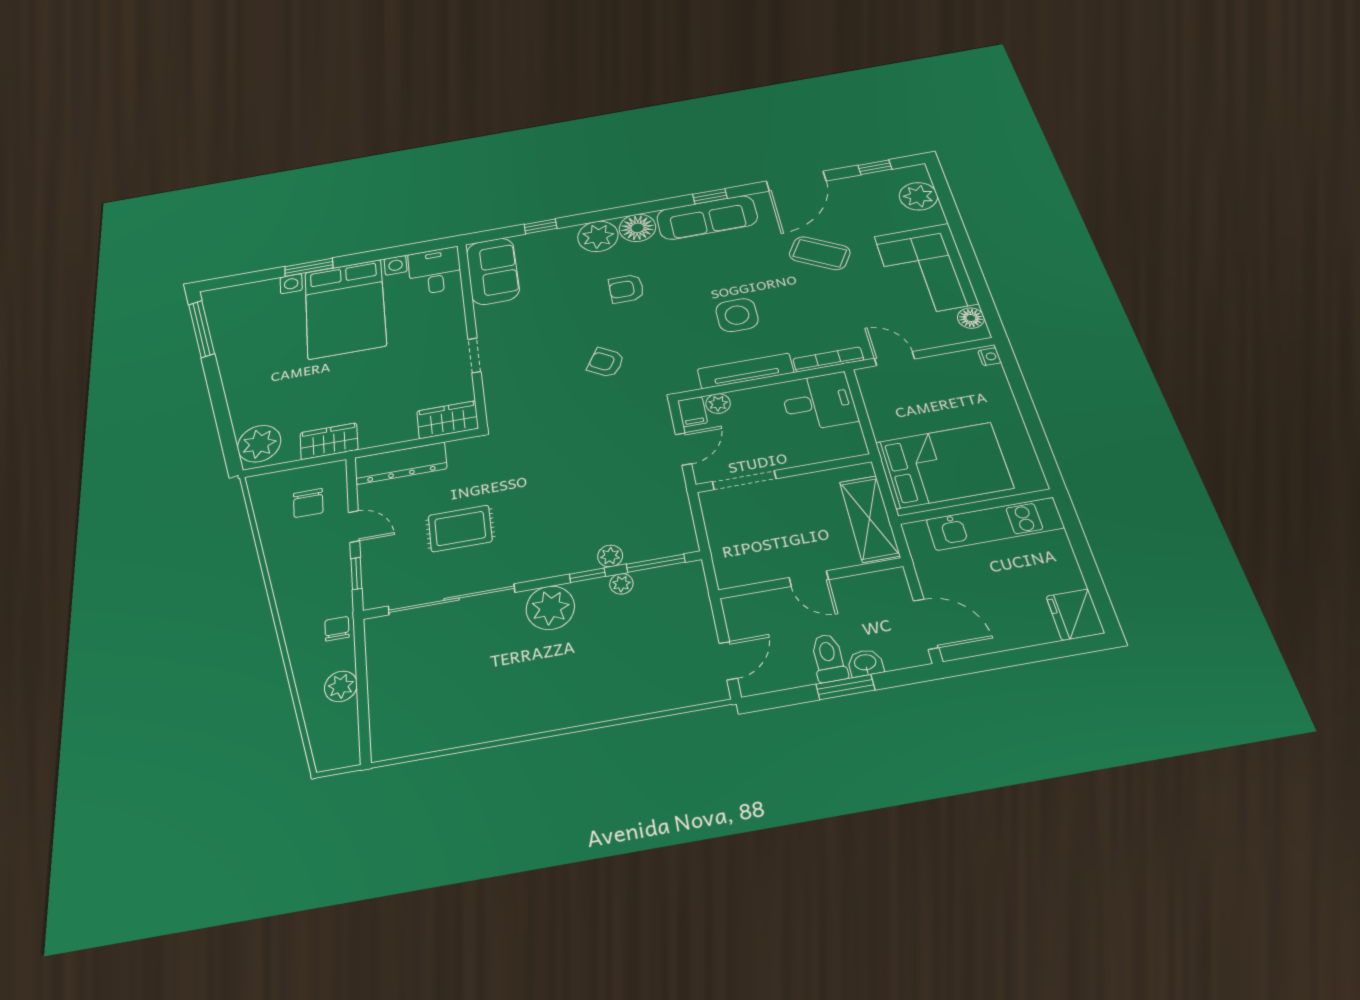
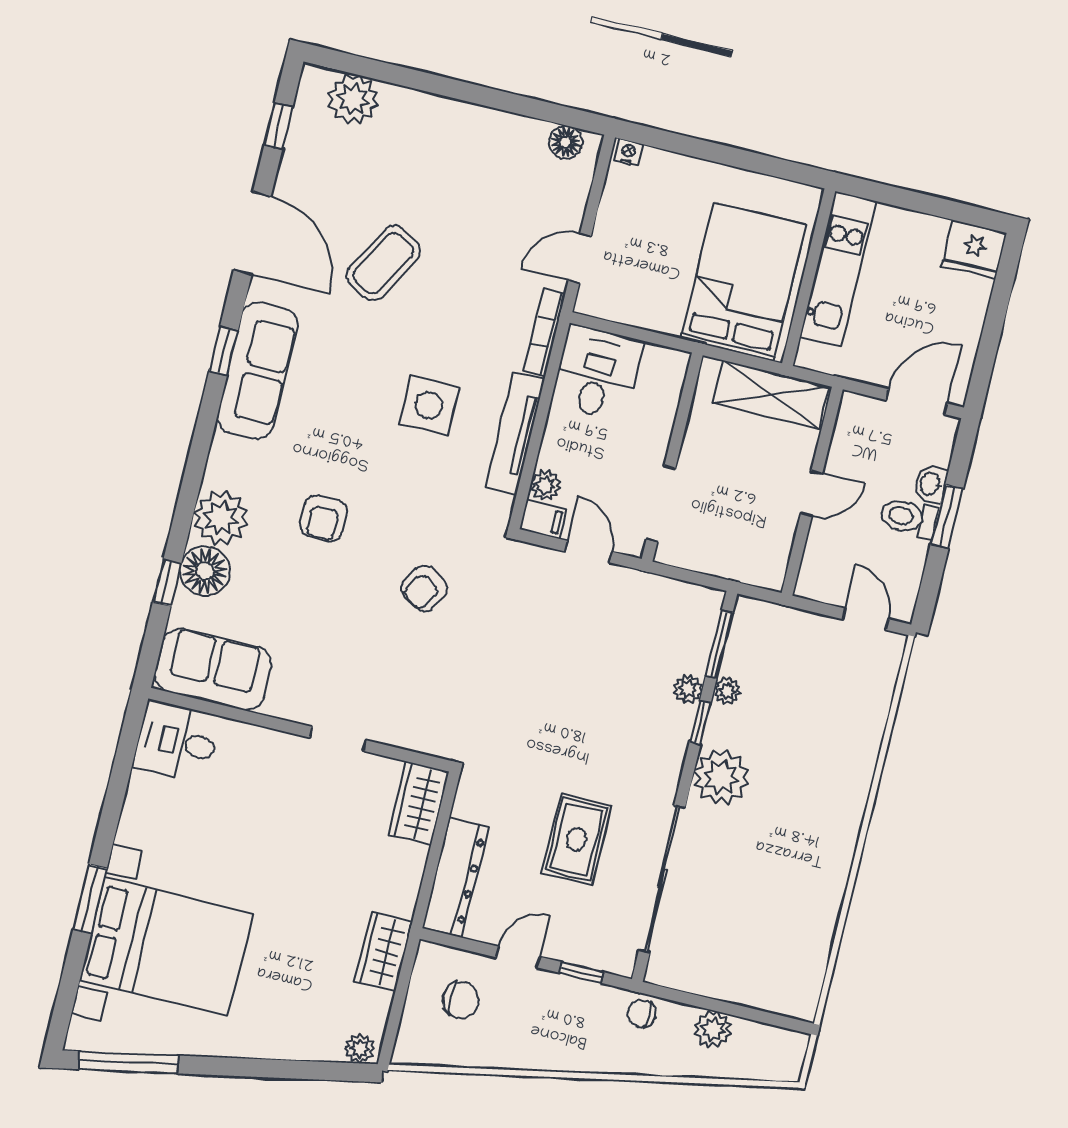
floor lamp: (637, 228) -> (205, 571), moved
corner sofa: (926, 270) -> (470, 154), removed
bed with nightstands: (345, 309) -> (166, 947), moved
plant: (259, 444) -> (360, 1049), width x0.53, depth x0.53

